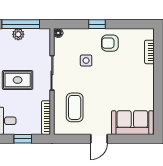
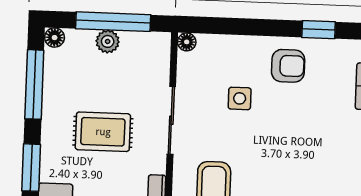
window: (97, 24) -> (319, 30), moved
armchair: (110, 43) -> (288, 66), turned 180

